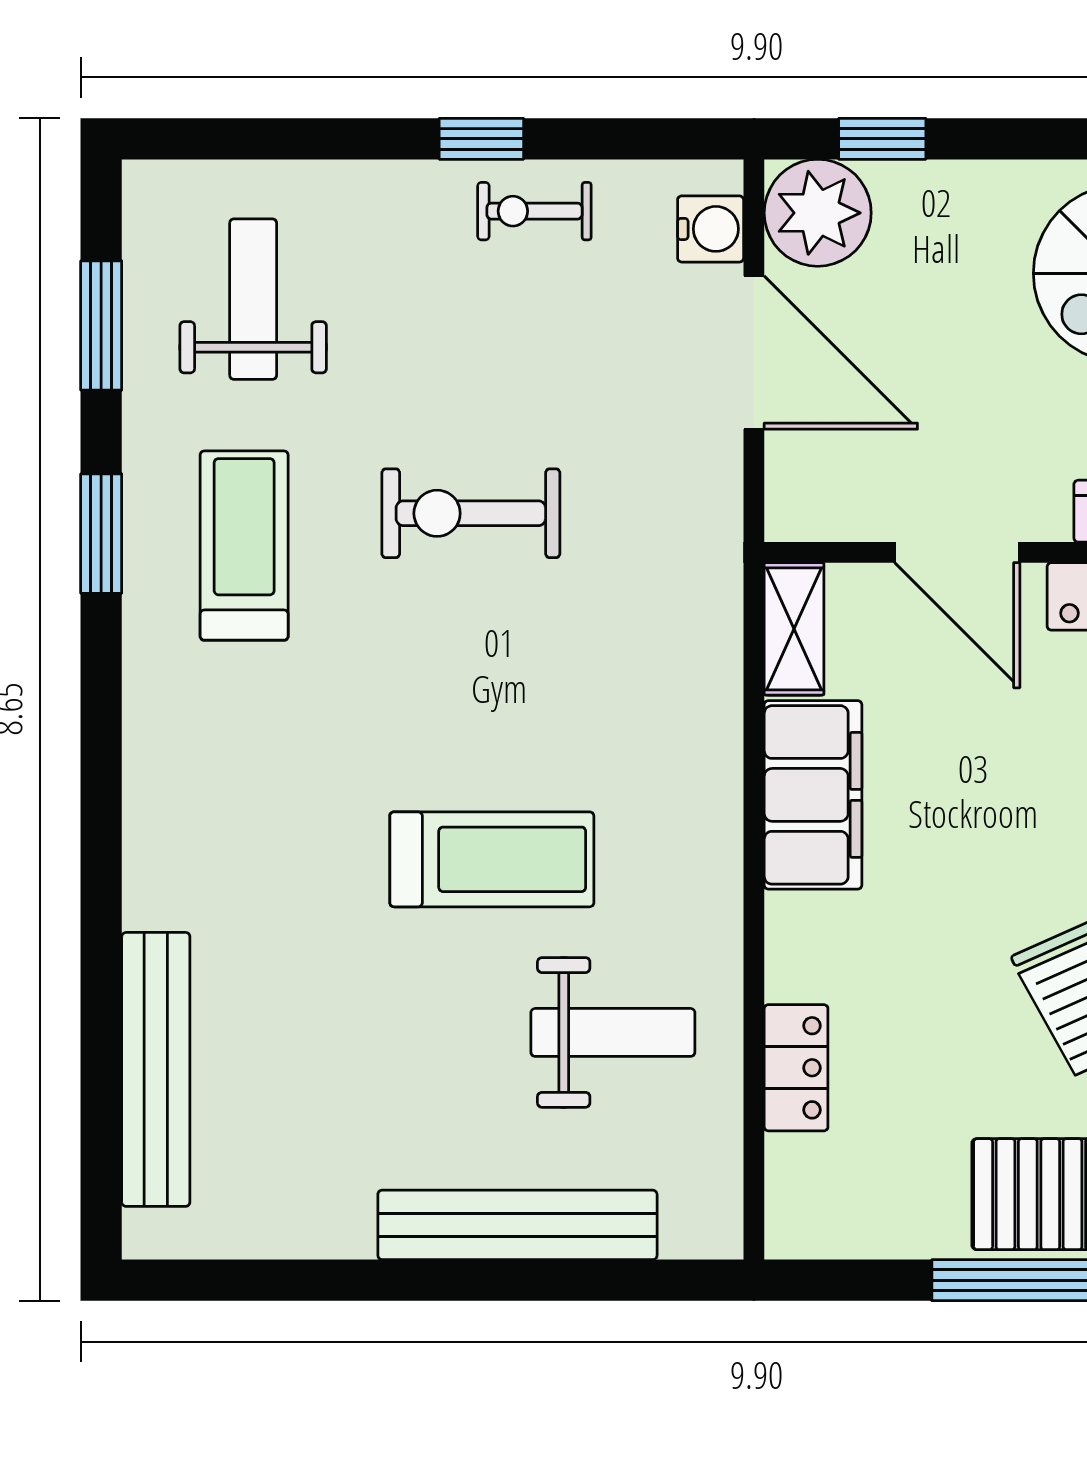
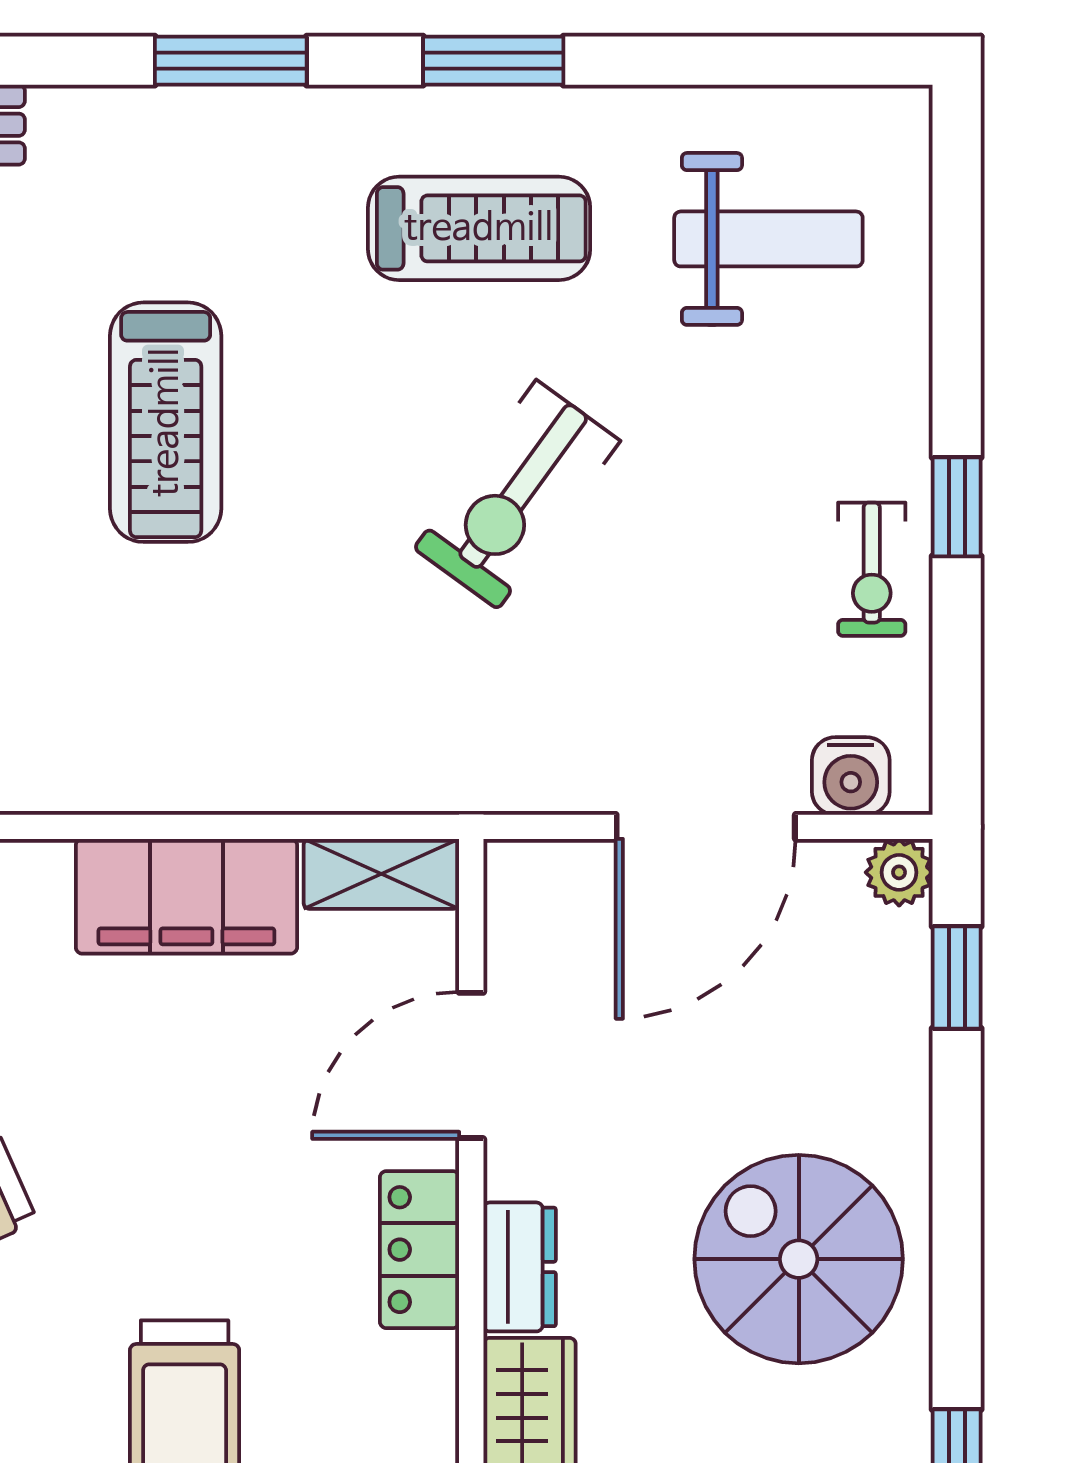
exercise bike: (534, 211) -> (872, 569), turned 180
plant: (818, 213) -> (899, 872), width x0.53, depth x0.53
window: (101, 326) -> (231, 61), moved
exercise bike: (471, 513) -> (517, 495), turned -144
treadmill: (492, 859) -> (166, 422), moved

